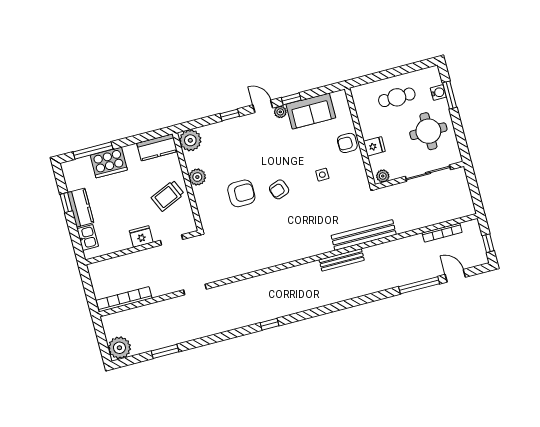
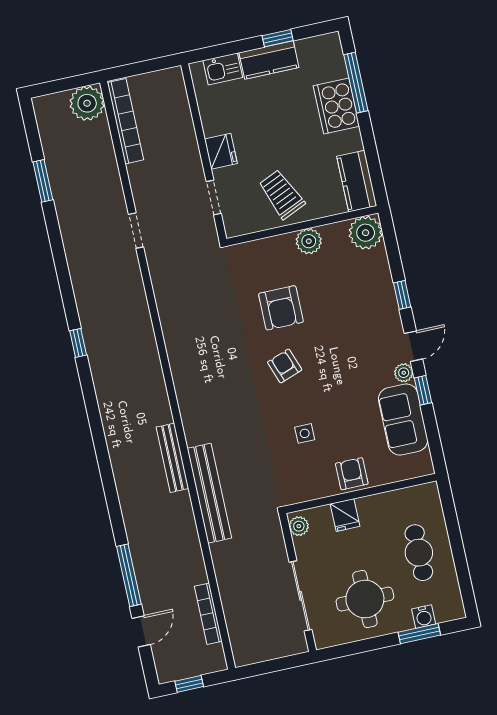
plant: (119, 348) -> (87, 103), moved

